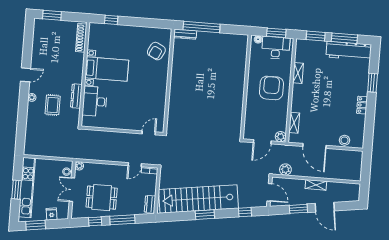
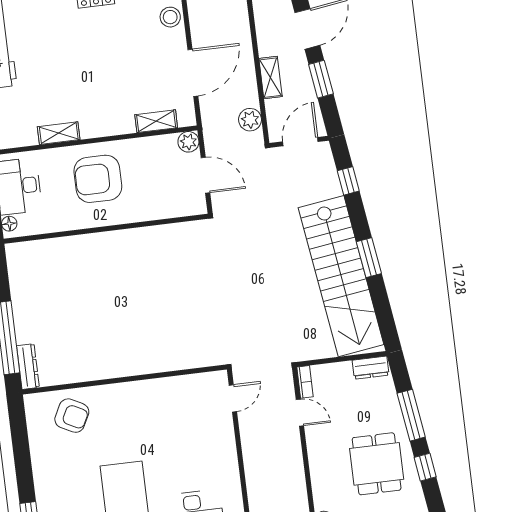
door: (149, 133) -> (233, 398), swing flipped
shelving: (316, 185) -> (270, 78), moved

